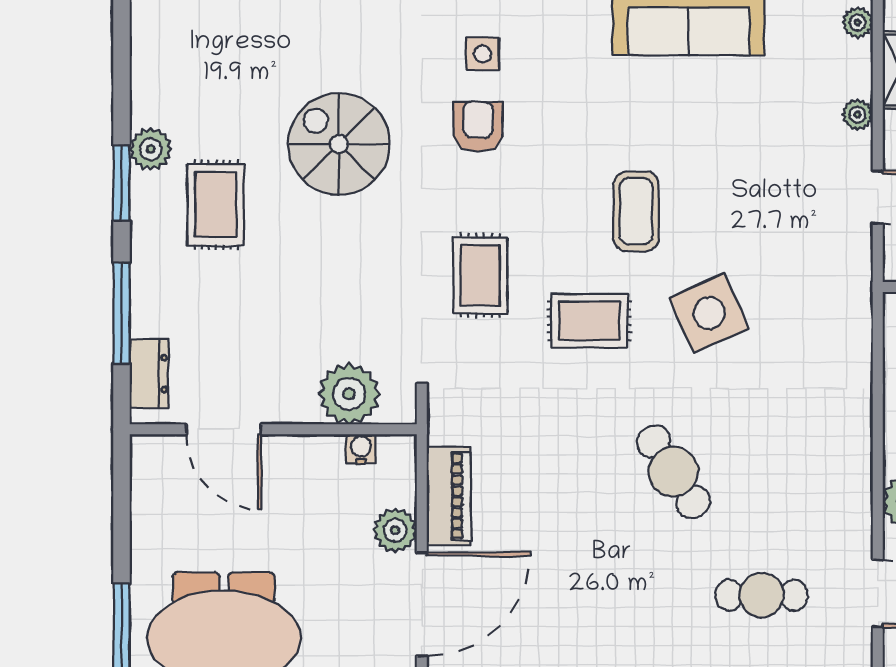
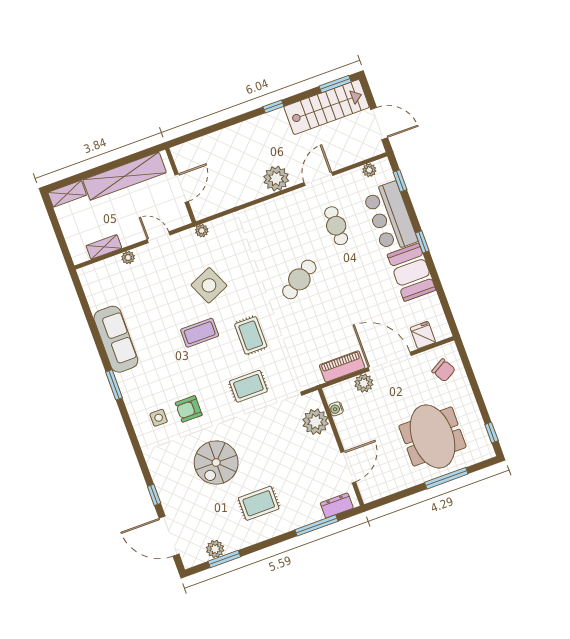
plant: (858, 22) -> (202, 231), moved
plant: (151, 149) -> (215, 549), moved
window: (121, 183) -> (224, 559), moved
side table: (709, 313) -> (209, 285), moved

